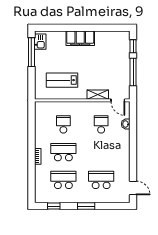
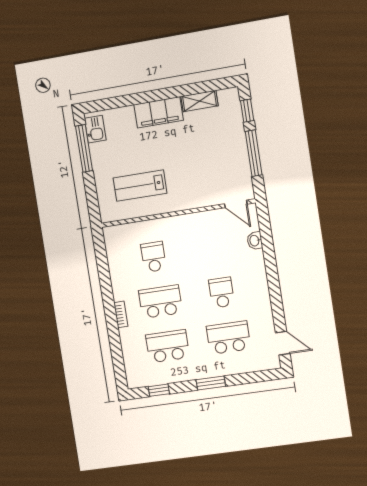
shelving: (98, 95) -> (199, 101), moved
school desk: (101, 124) -> (222, 293), moved

